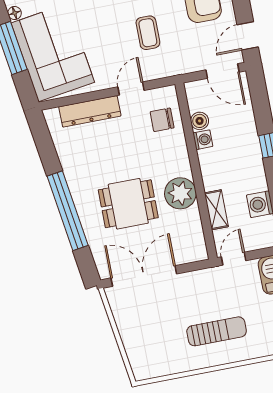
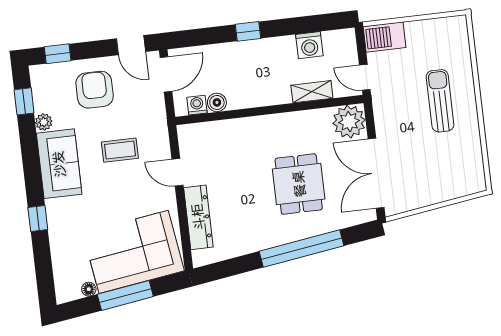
chair: (162, 120) -> (213, 142), removed
washing machine: (203, 140) -> (197, 105), moved
plant: (180, 193) -> (349, 122), moved

